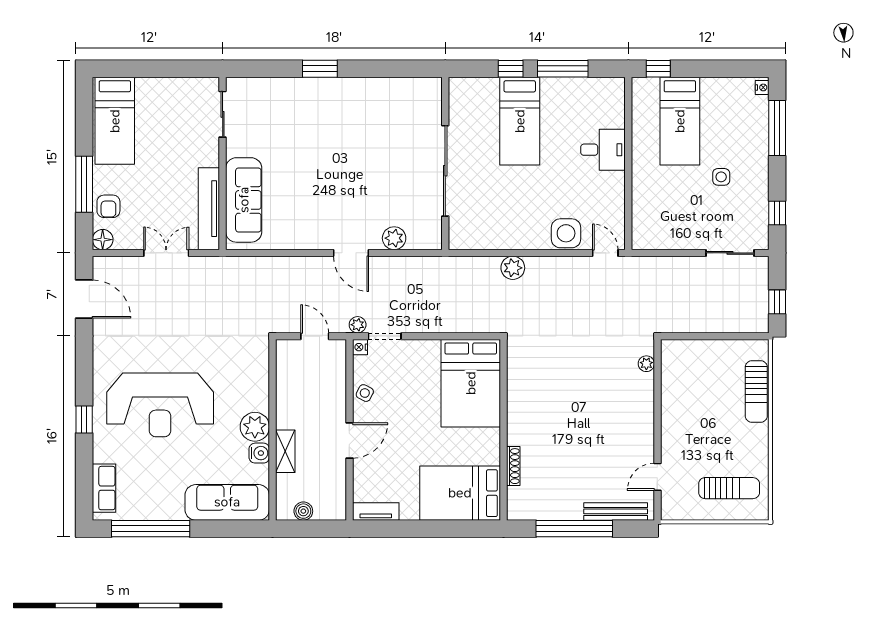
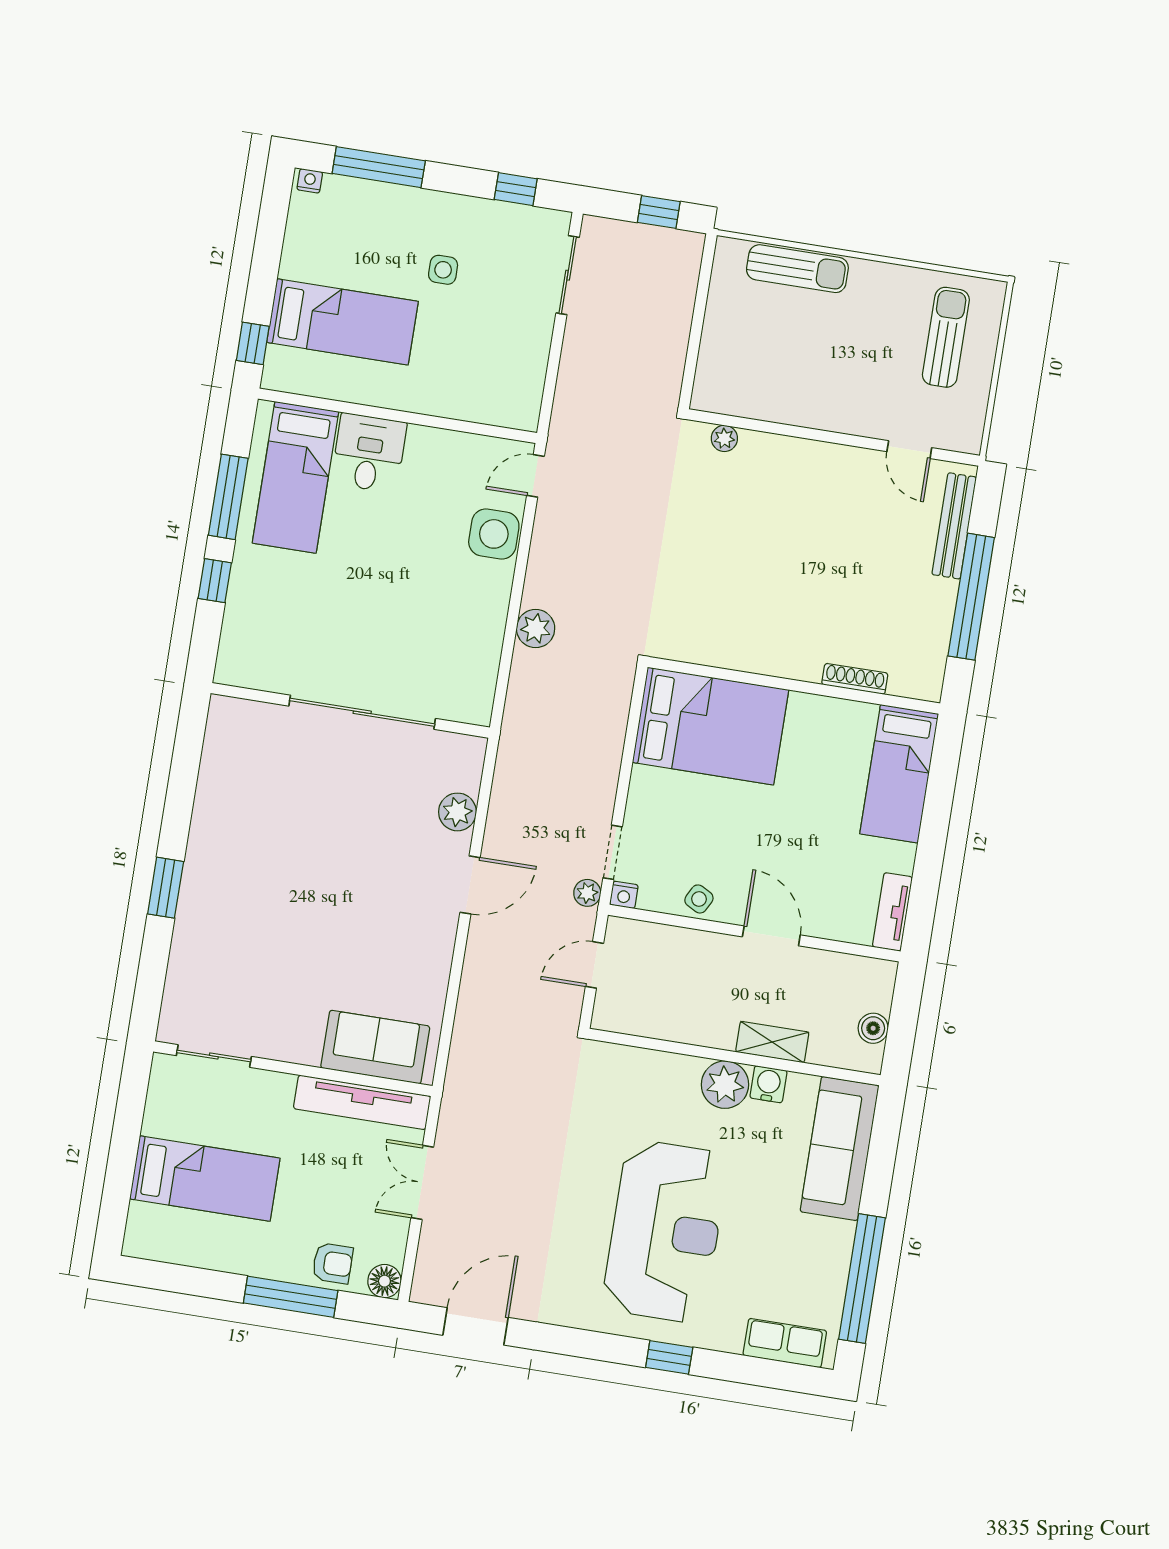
bed: (115, 121) -> (205, 1179), moved
bed: (520, 121) -> (295, 477), moved, turned 90
sofa: (244, 200) -> (375, 1047), width x0.73
bed: (460, 493) -> (899, 774), width x0.67

